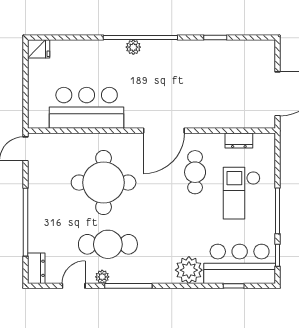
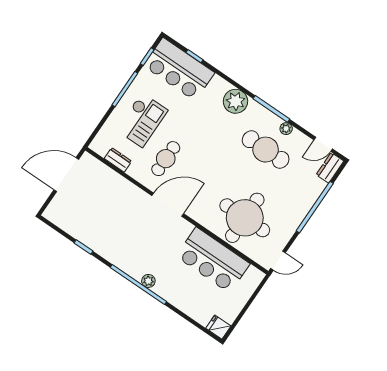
round table: (104, 183) -> (245, 218), moved
plant: (189, 270) -> (236, 101), moved
door: (74, 286) -> (323, 144), moved

